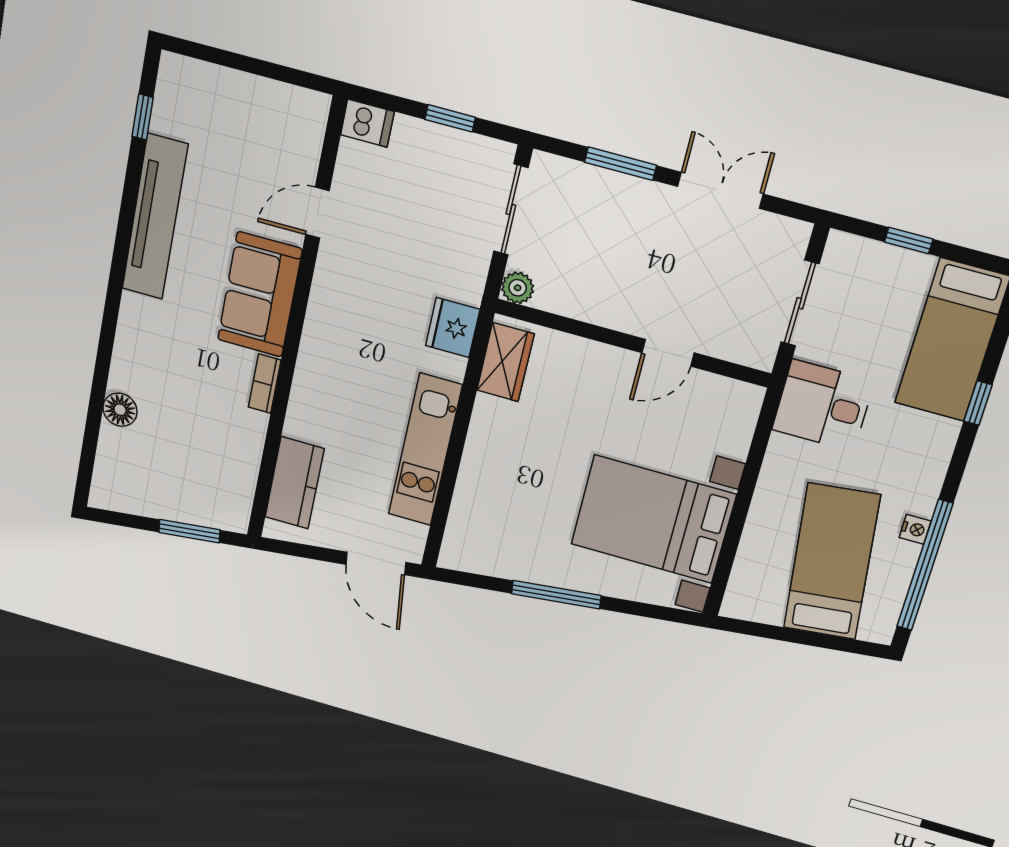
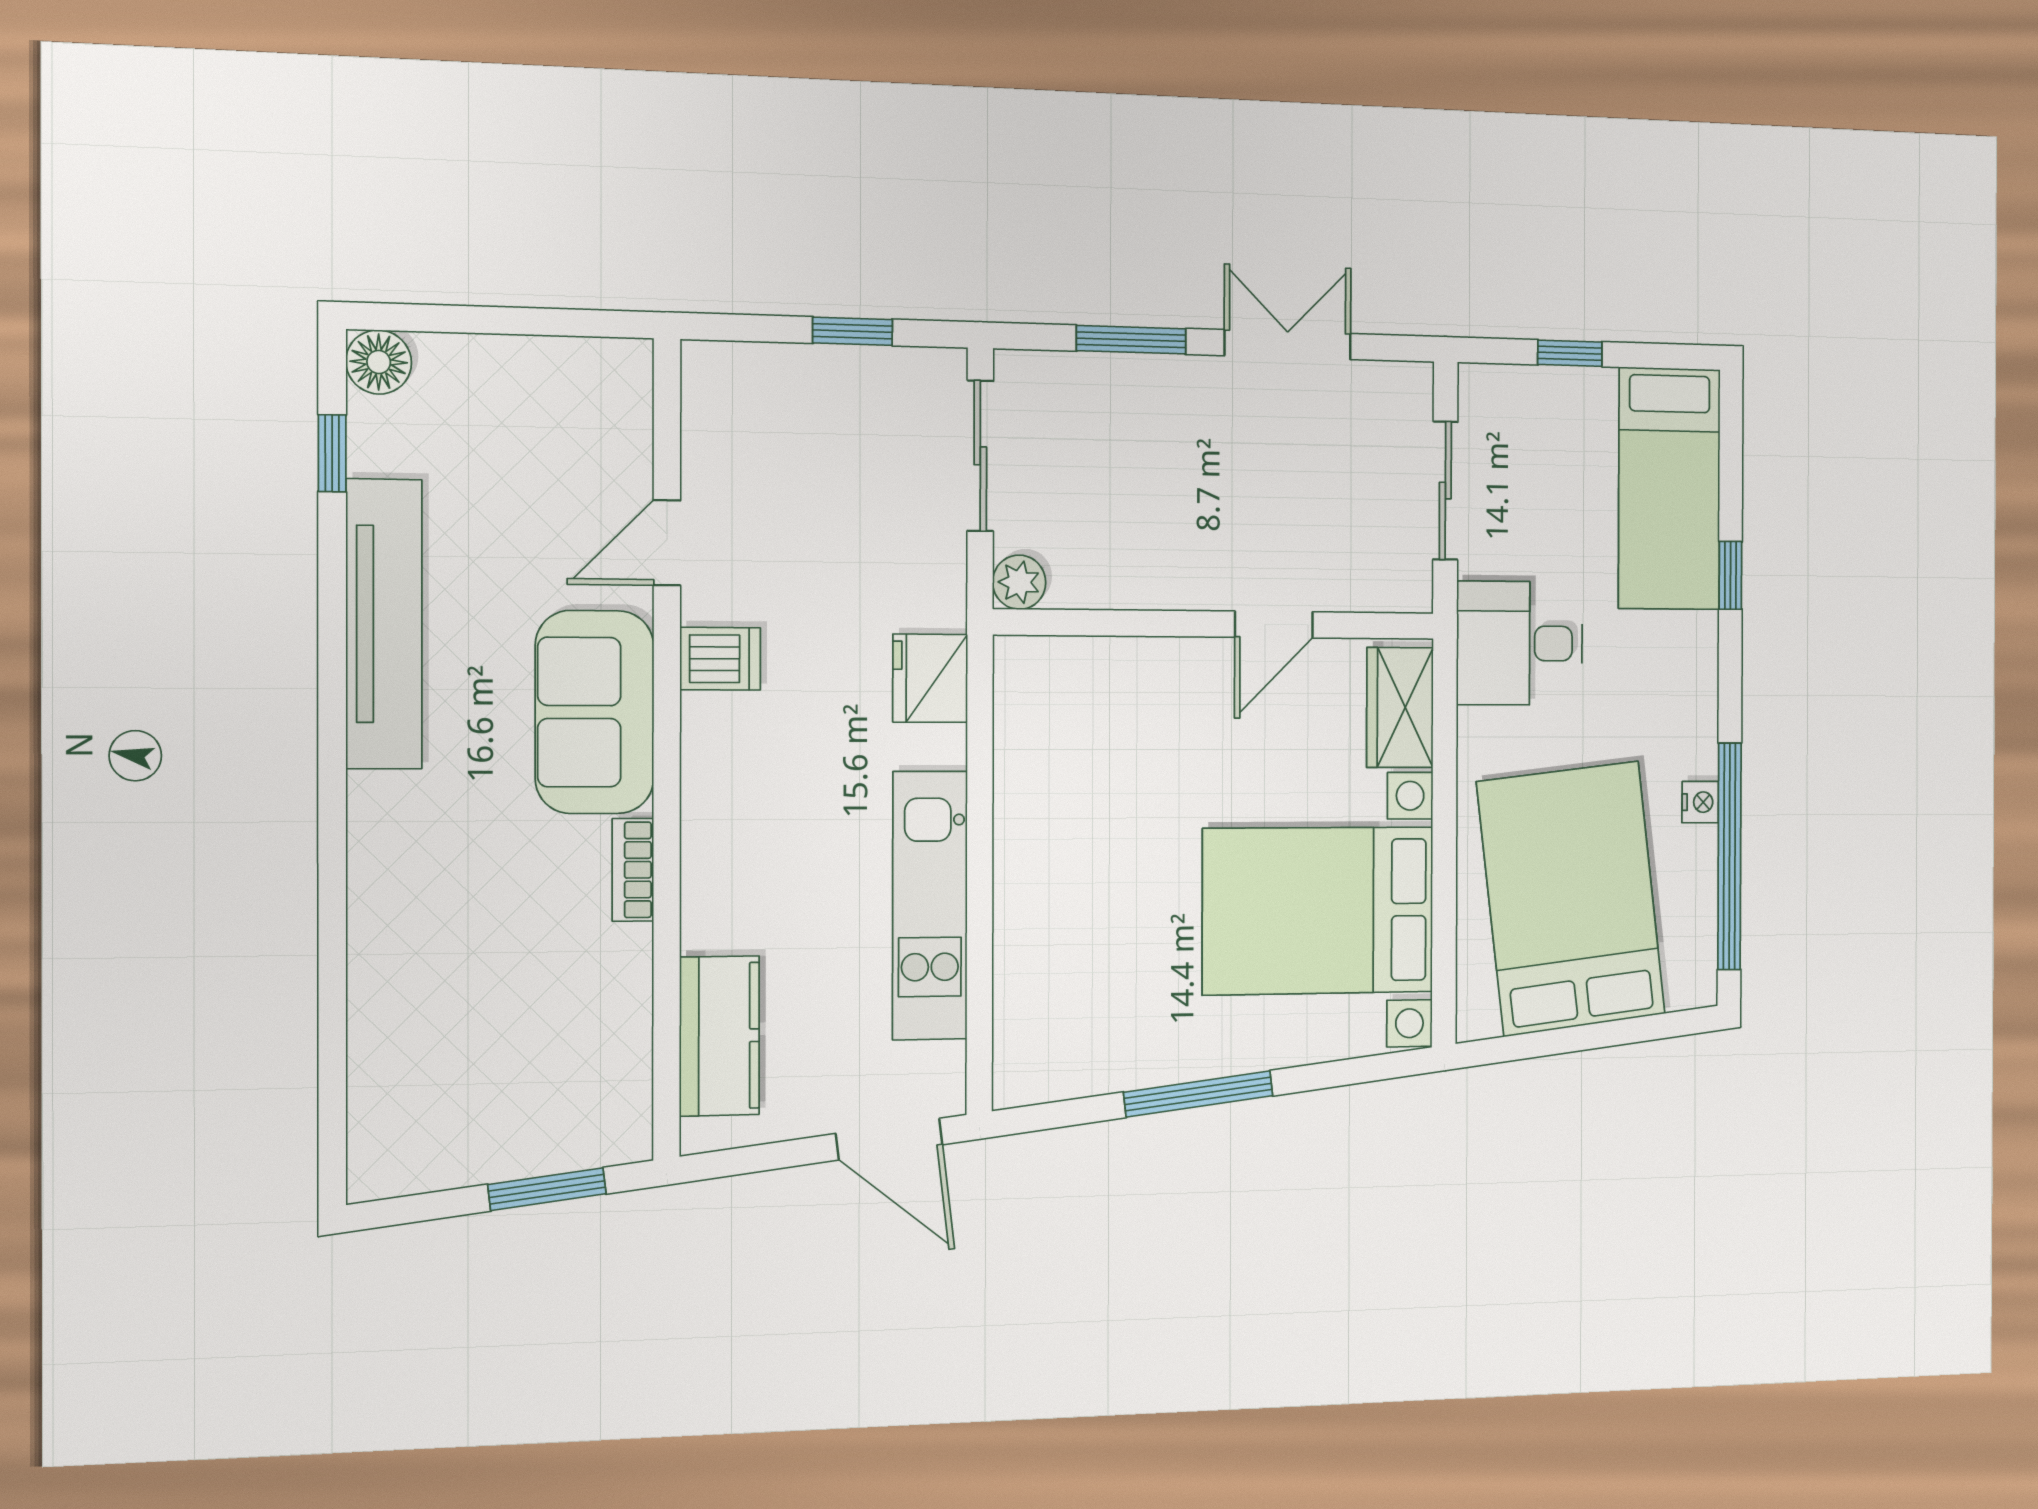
dishwasher: (367, 123) -> (720, 659), moved
wardrobe: (505, 362) -> (1400, 708), moved, turned 180
floor lamp: (120, 410) -> (379, 362), moved
bed: (832, 562) -> (1571, 898), width x1.50

